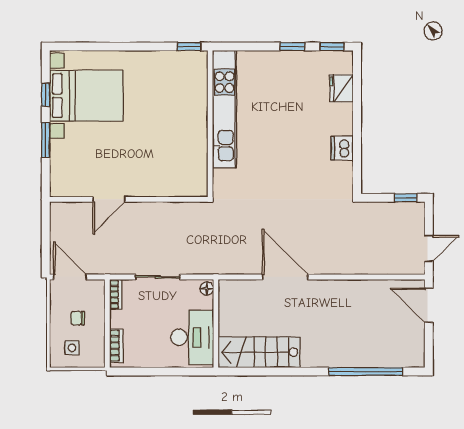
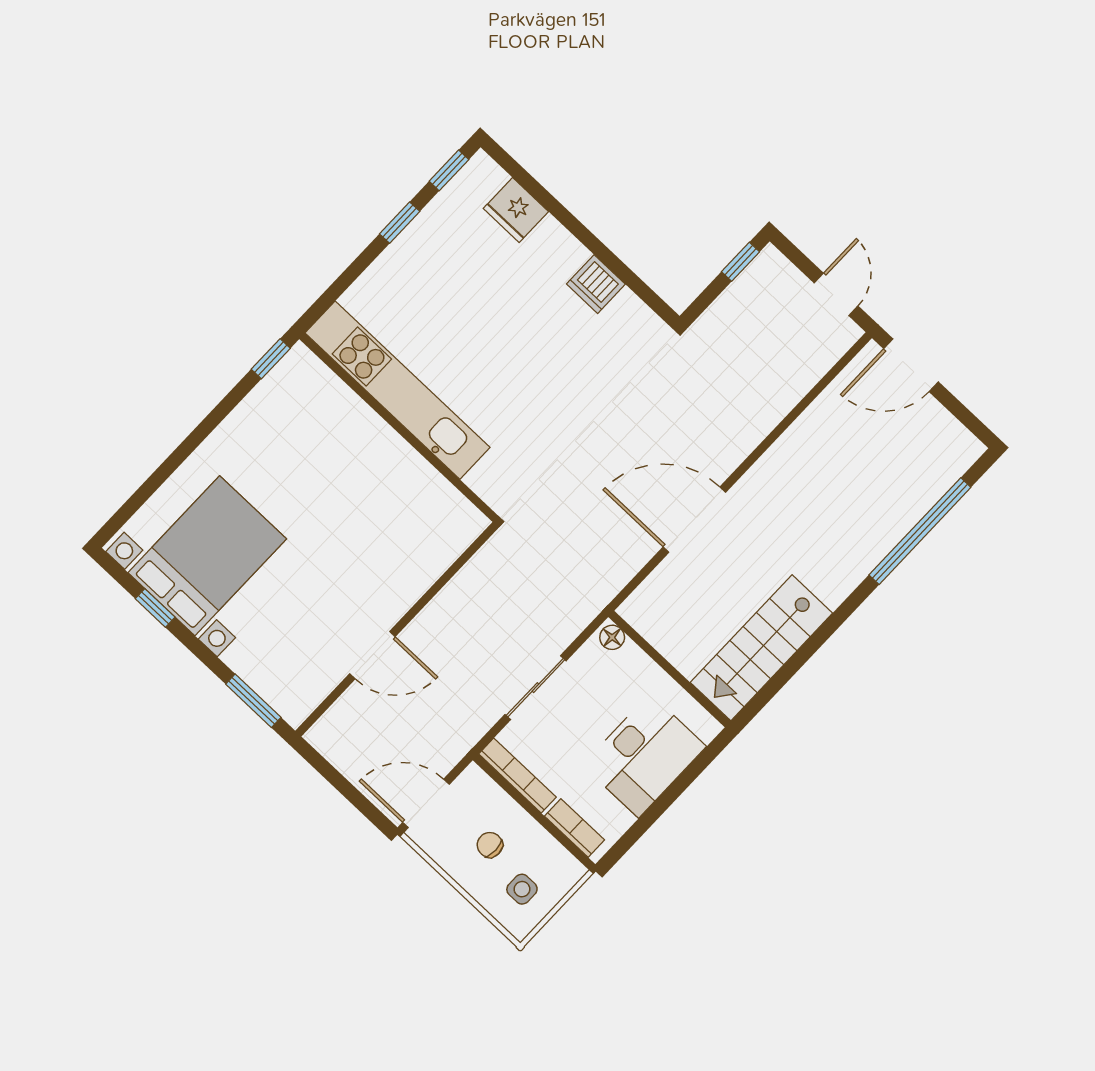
window: (46, 140) -> (253, 701), moved
door: (109, 199) -> (372, 655), hinge flipped
bookcase: (116, 294) -> (517, 776), width x1.56
chair: (78, 318) -> (490, 845), turned 90
desk: (192, 337) -> (644, 756), moved, turned 90

